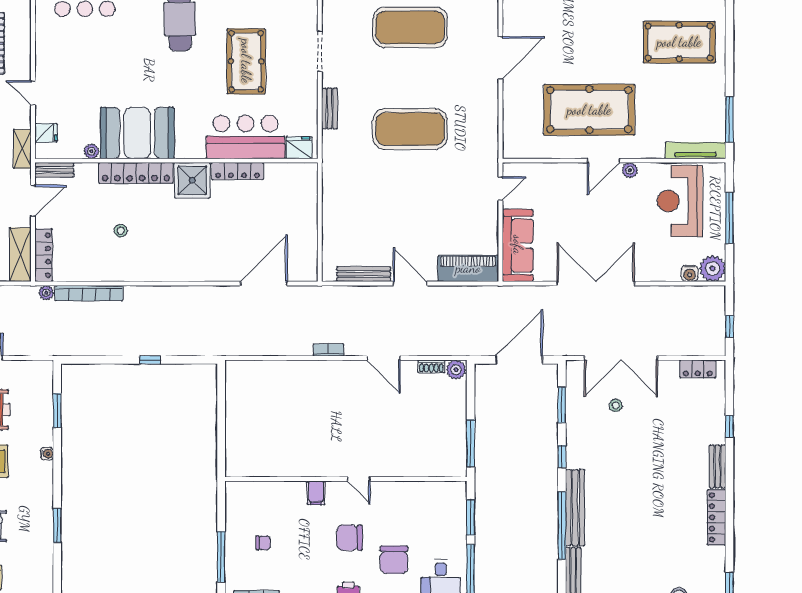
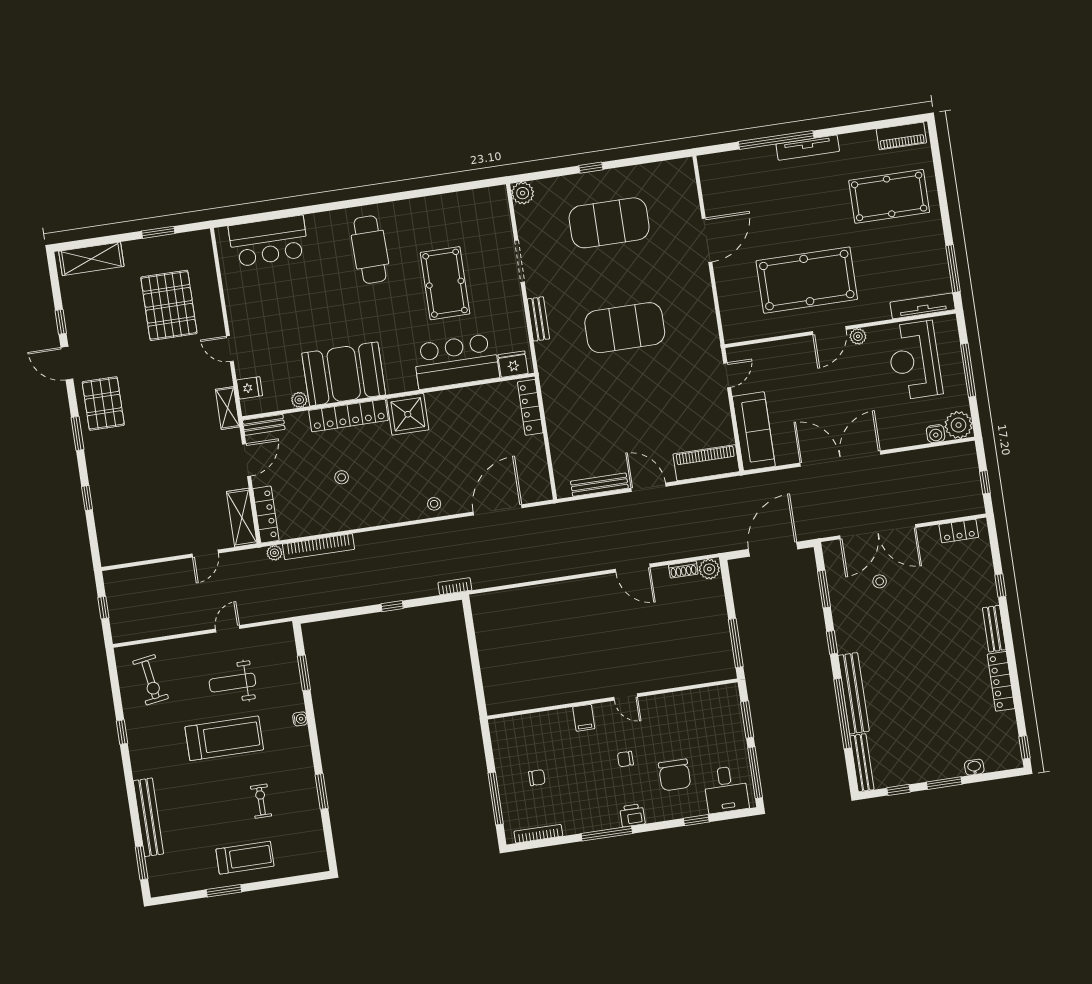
locker: (238, 171) -> (530, 407), moved, turned 90
stool: (205, 269) -> (434, 504), added
bookcase: (328, 350) -> (455, 586), moved
chair: (350, 538) -> (625, 759), width x0.54, depth x0.54

